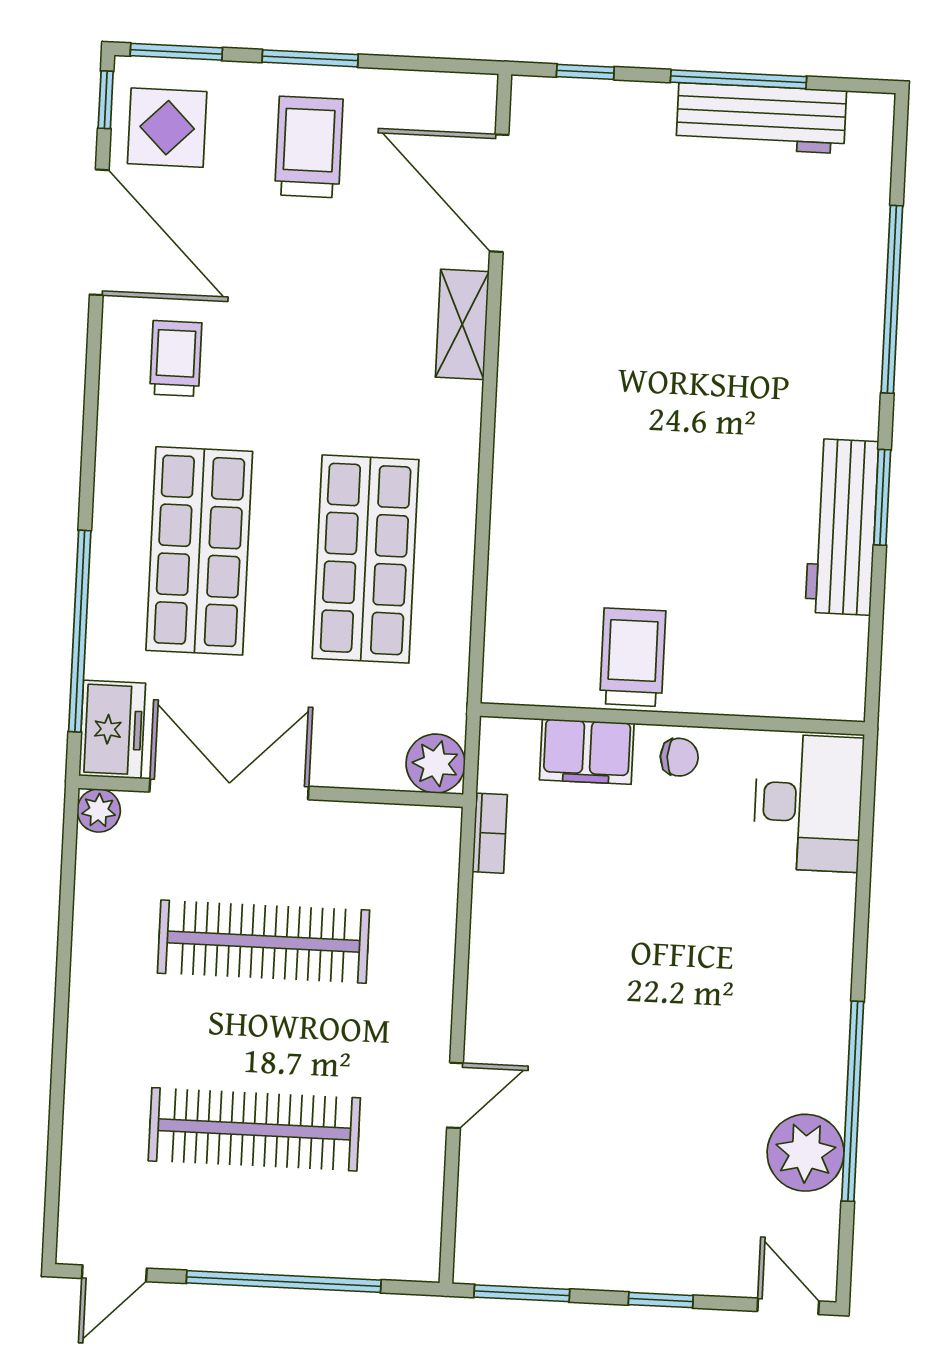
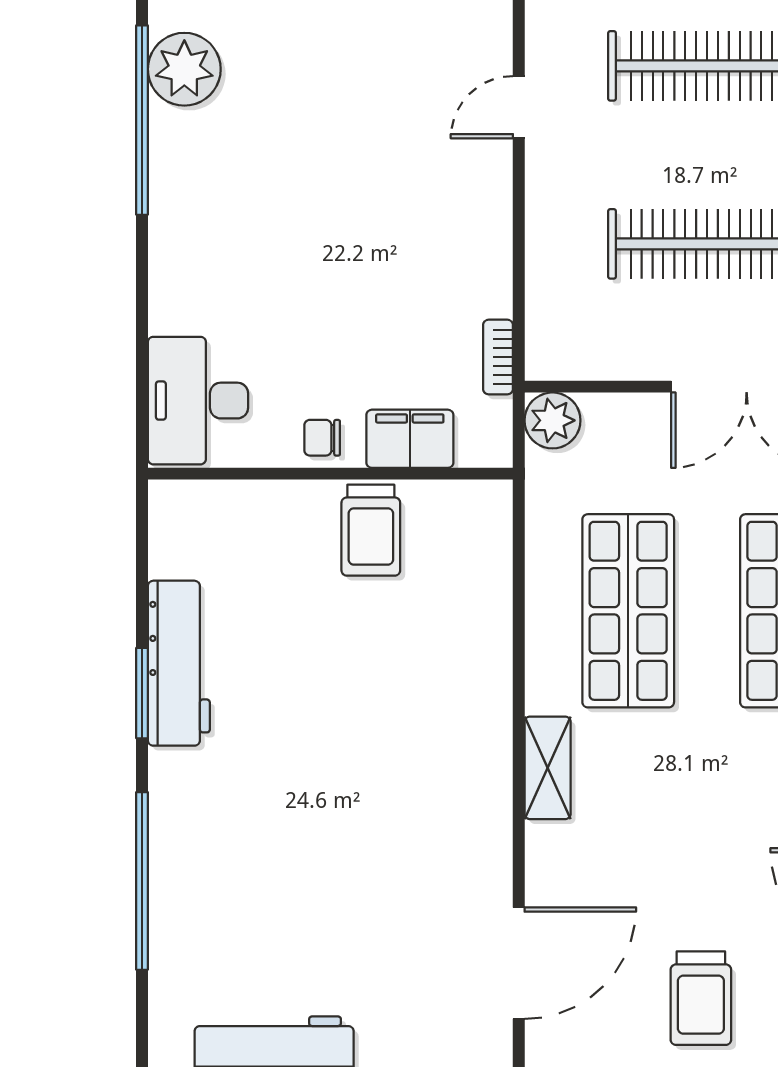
door: (499, 193) -> (519, 963), hinge flipped
shelving: (462, 324) -> (548, 768), moved

